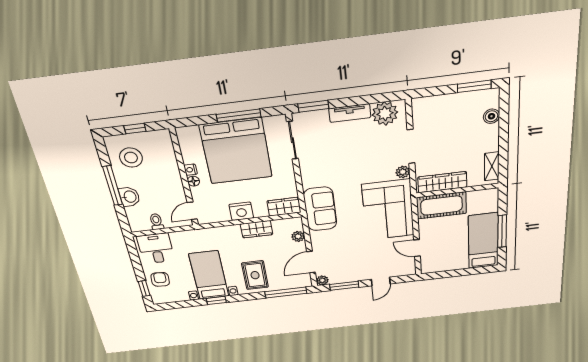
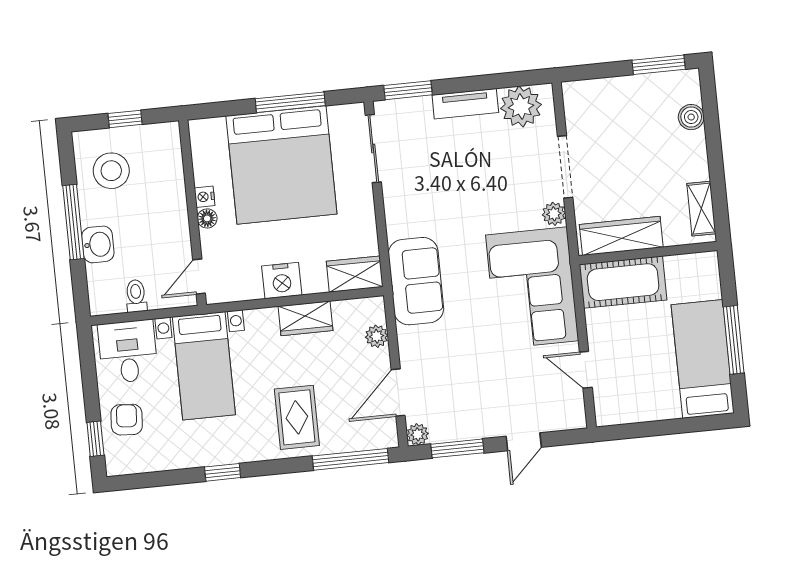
bed with nightstands: (209, 275) -> (204, 366), moved, turned 180

